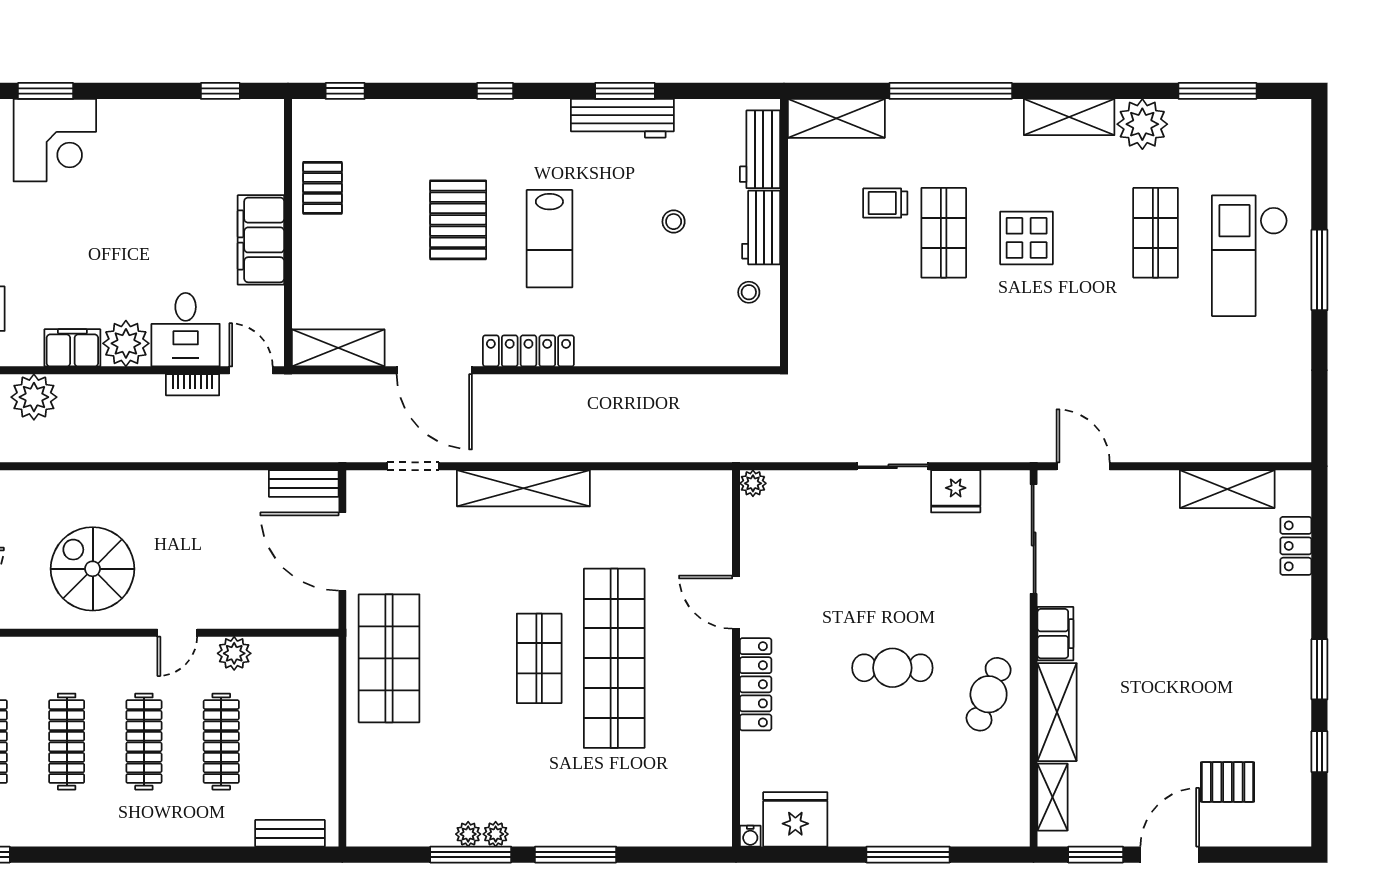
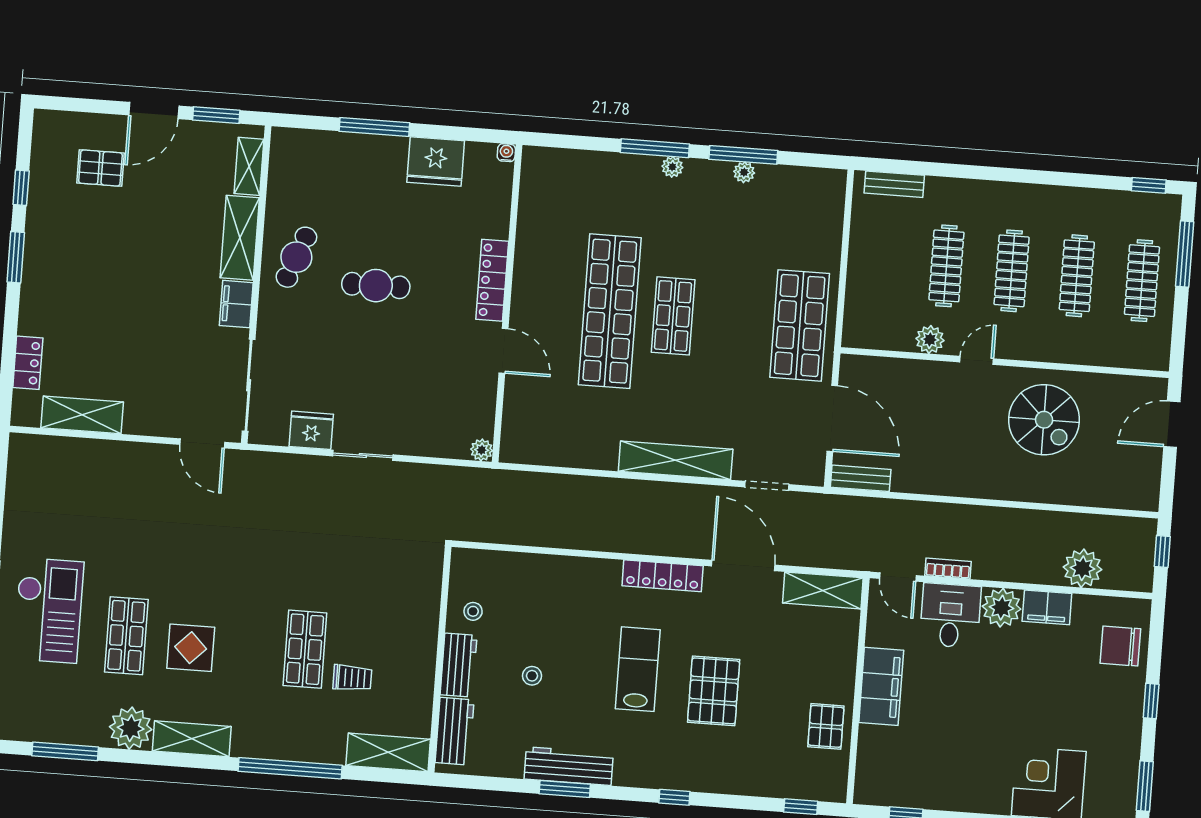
display table: (1027, 238) -> (191, 648), moved
fridge: (795, 819) -> (436, 162), moved
plant: (496, 834) -> (672, 167), moved

